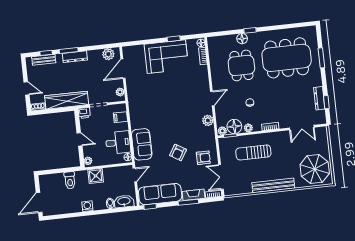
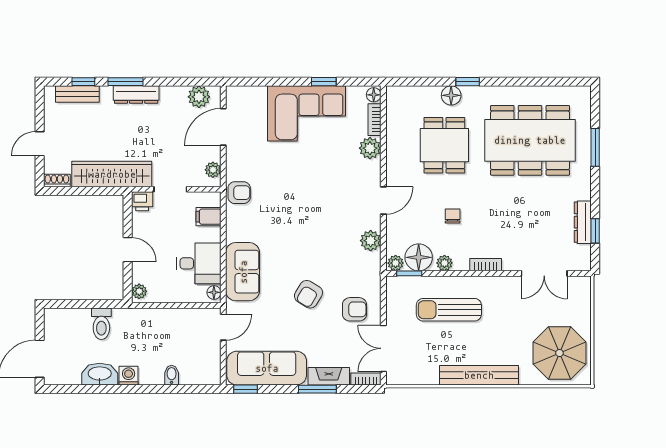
plant: (202, 71) -> (370, 148), added
door: (27, 88) -> (40, 144), swing flipped
armchair: (135, 103) -> (239, 193), added
shower: (96, 176) -> (150, 321), removed
washbasin: (124, 201) -> (100, 374), moved

